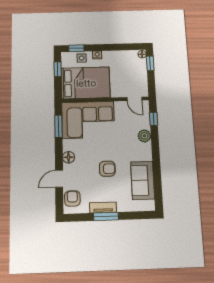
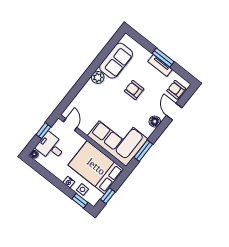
window: (150, 63) -> (43, 131), moved
desk: (135, 70) -> (51, 147), added
window: (154, 119) -> (69, 98), removed
plant: (144, 136) -> (98, 77), moved
door: (59, 179) -> (174, 112), swing flipped
armchair: (72, 198) -> (176, 90), turned 90

